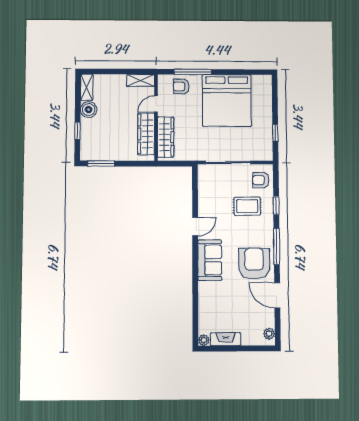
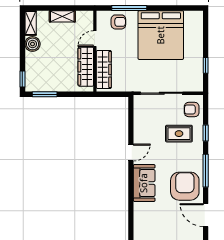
shelving: (141, 80) -> (62, 16), moved
armchair: (181, 86) -> (118, 22), turned 180
window: (77, 131) -> (22, 79), moved

